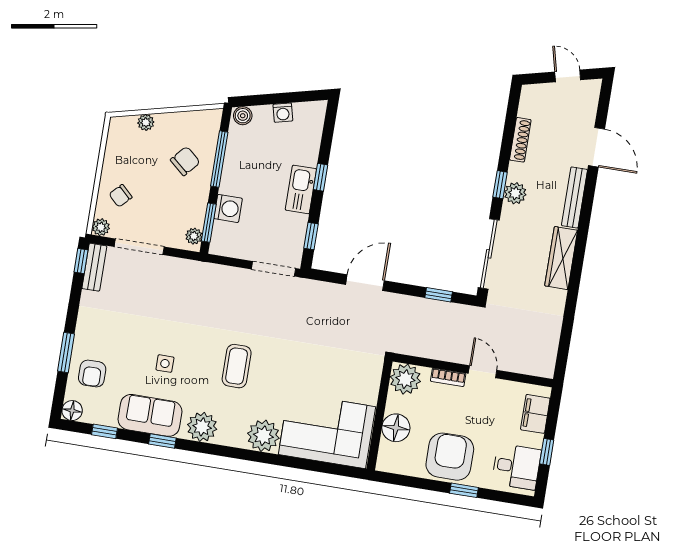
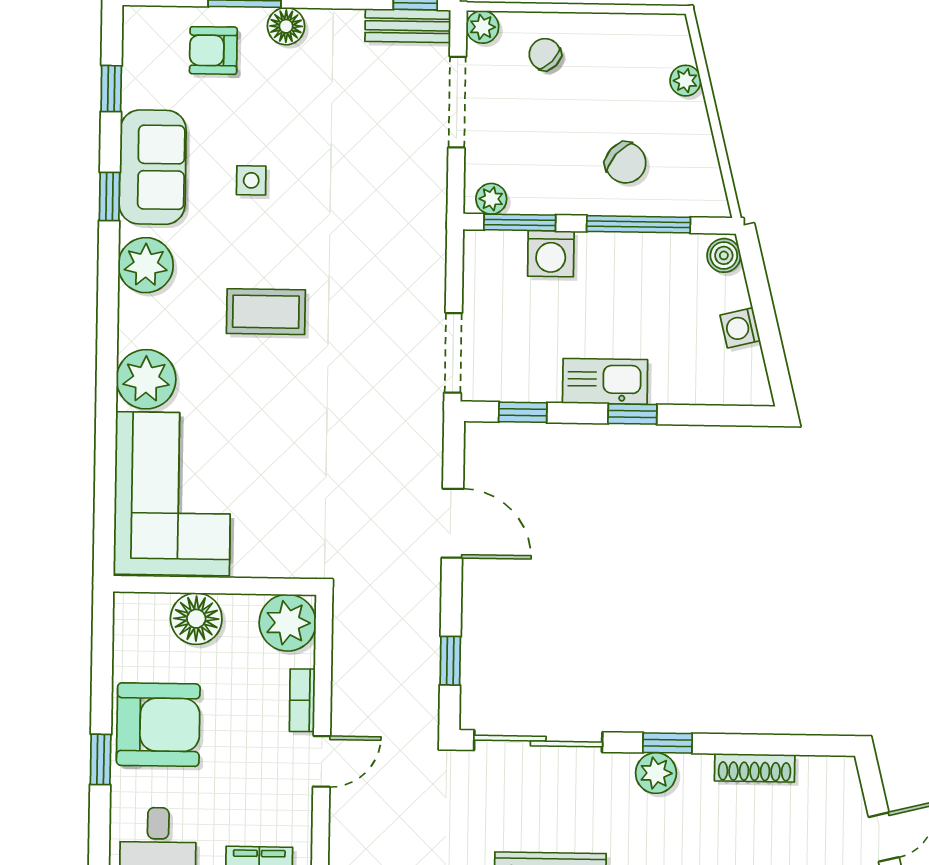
floor lamp: (72, 411) -> (286, 26), moved

